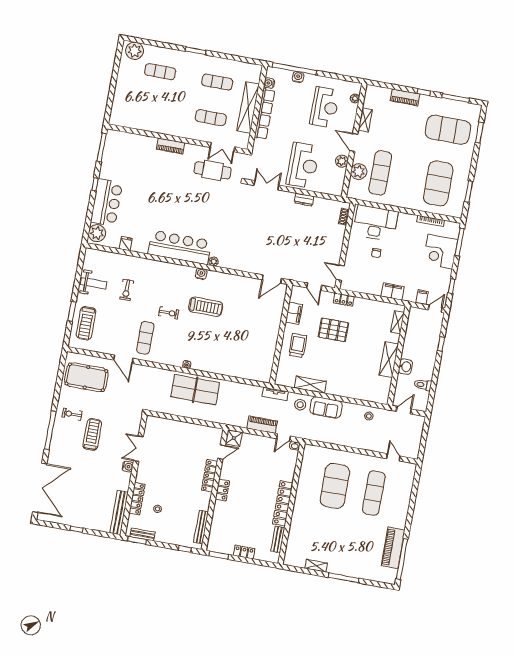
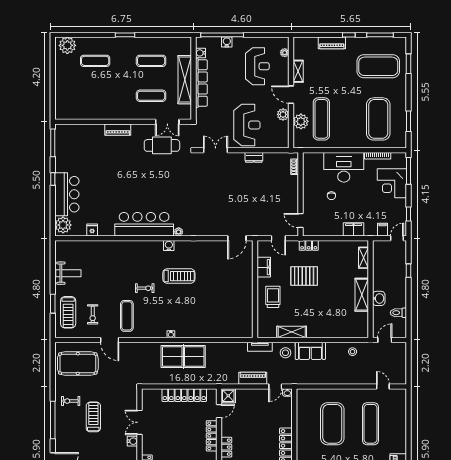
desk: (376, 223) -> (344, 167), moved
exercise bike: (127, 290) -> (93, 314), moved
locker: (189, 429) -> (184, 395), added

